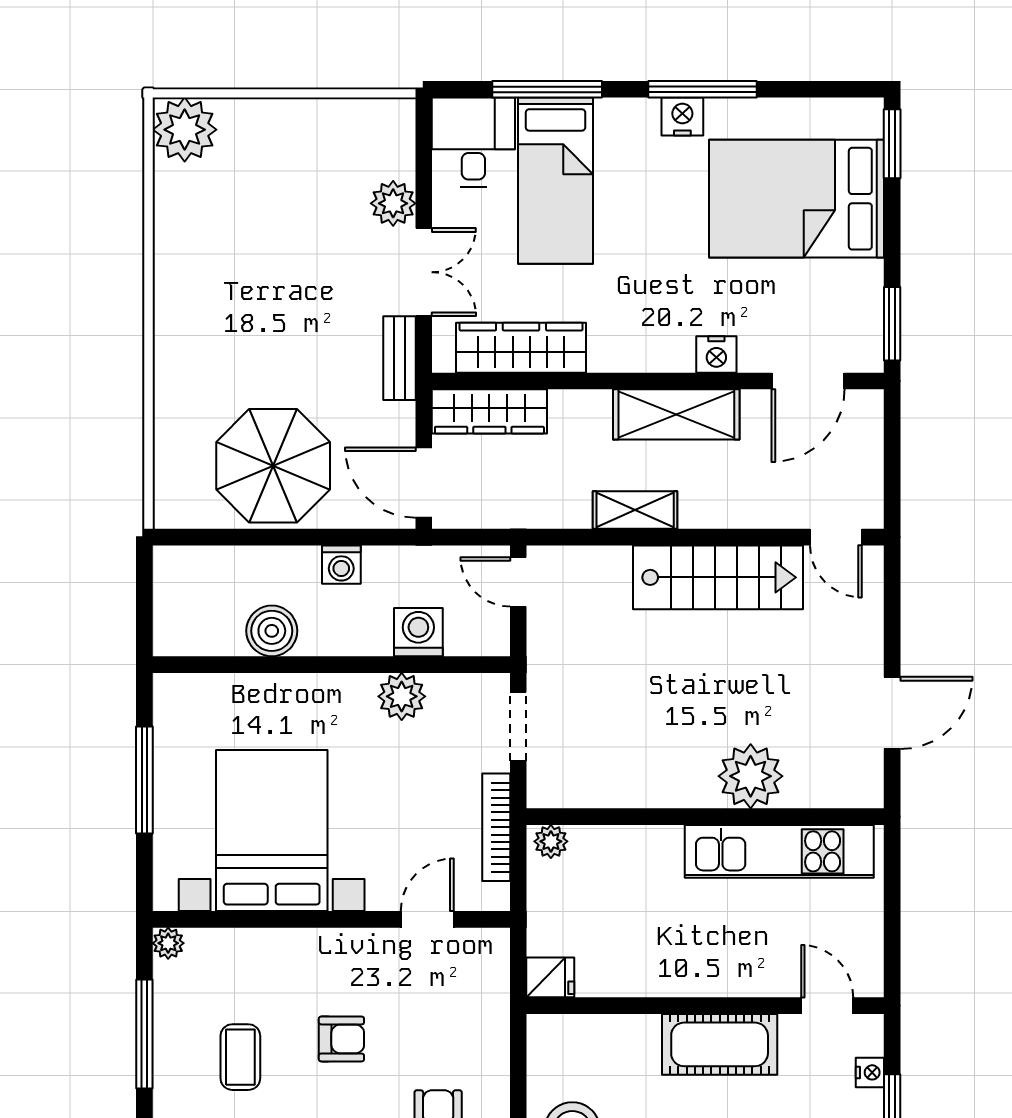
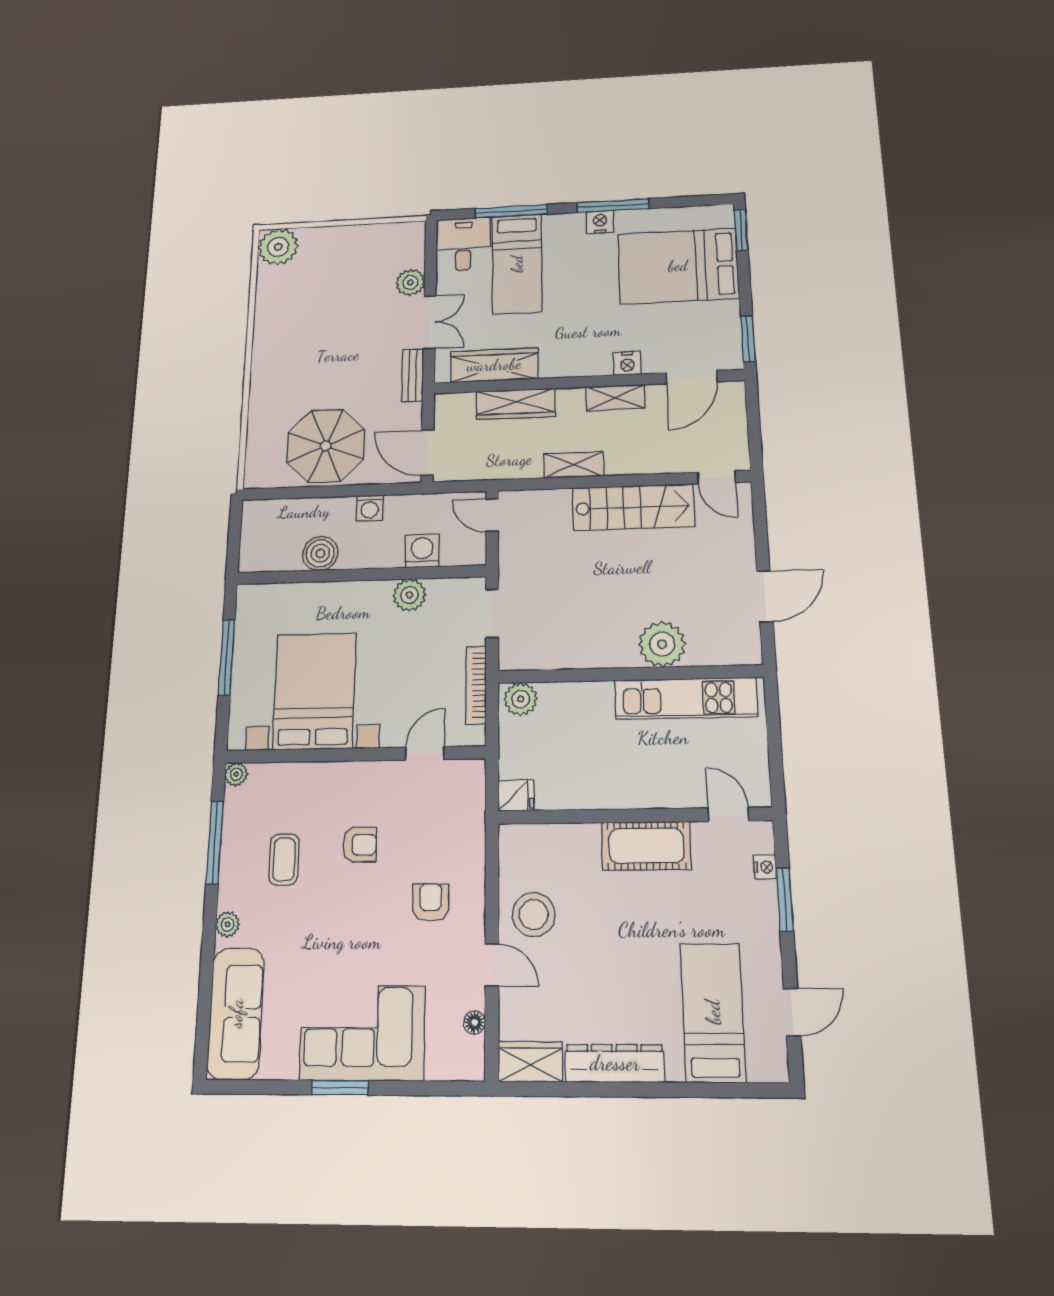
wardrobe: (489, 411) -> (516, 404), moved
shelving: (676, 414) -> (615, 398), width x0.67, depth x0.75
plant: (551, 841) -> (521, 699), width x1.38, depth x1.38

